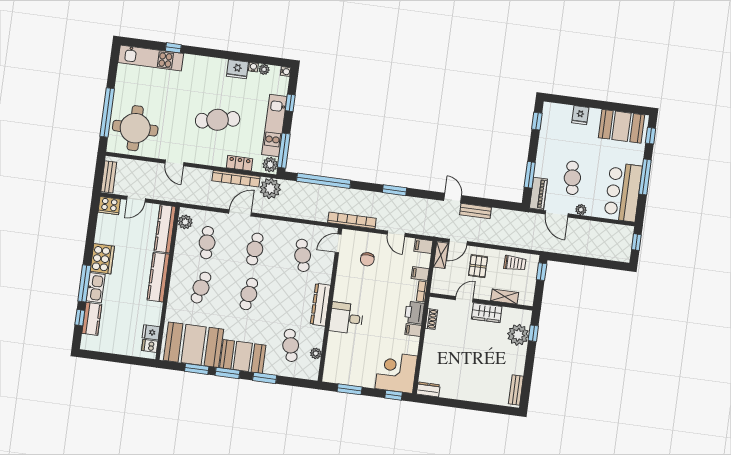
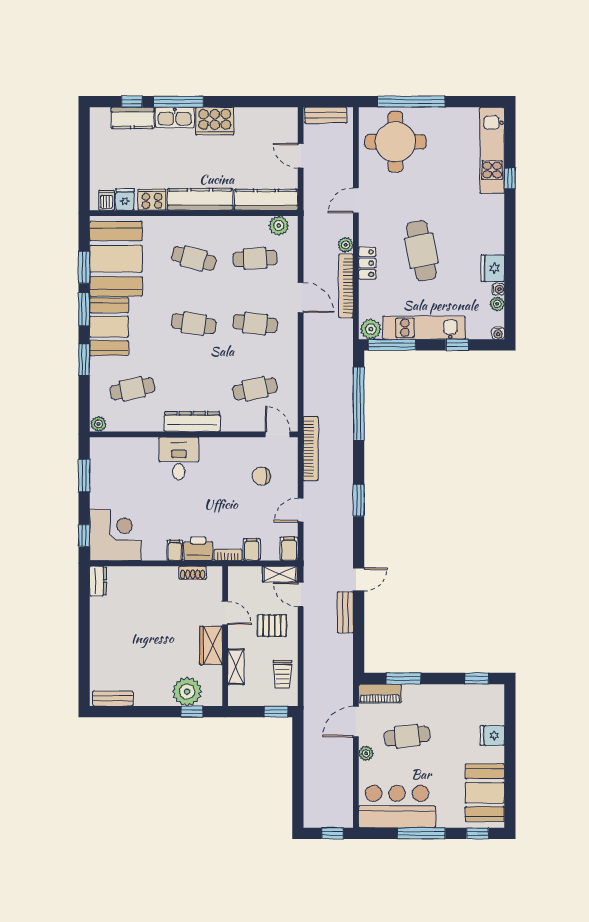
locker: (240, 163) -> (367, 263), moved
plant: (270, 188) -> (346, 245), moved, width x0.53, depth x0.53
cooker: (109, 206) -> (152, 200), moved, turned 90
plant: (316, 353) -> (99, 424), moved

